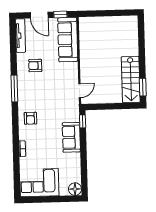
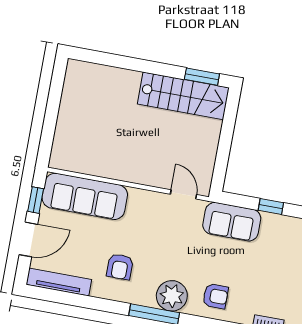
plant: (26, 96) -> (172, 296), added
window: (83, 121) -> (271, 206), moved
sofa: (71, 137) -> (232, 222), moved

